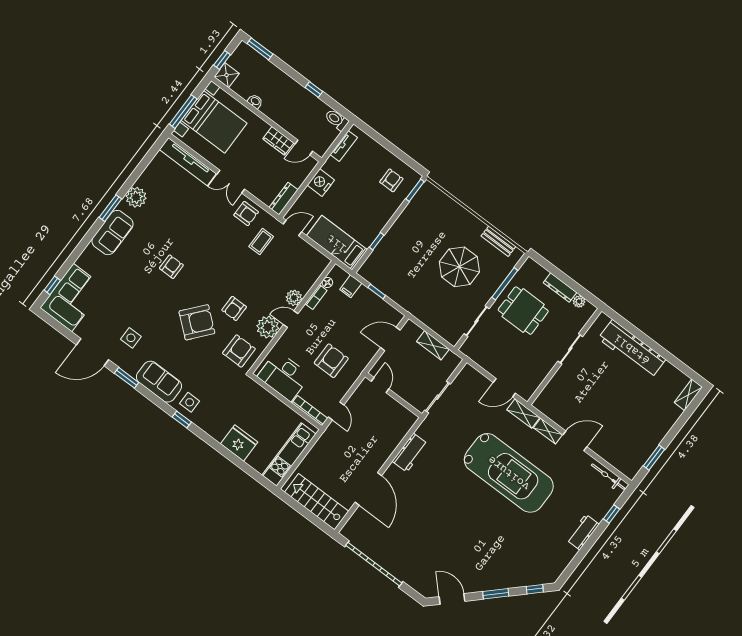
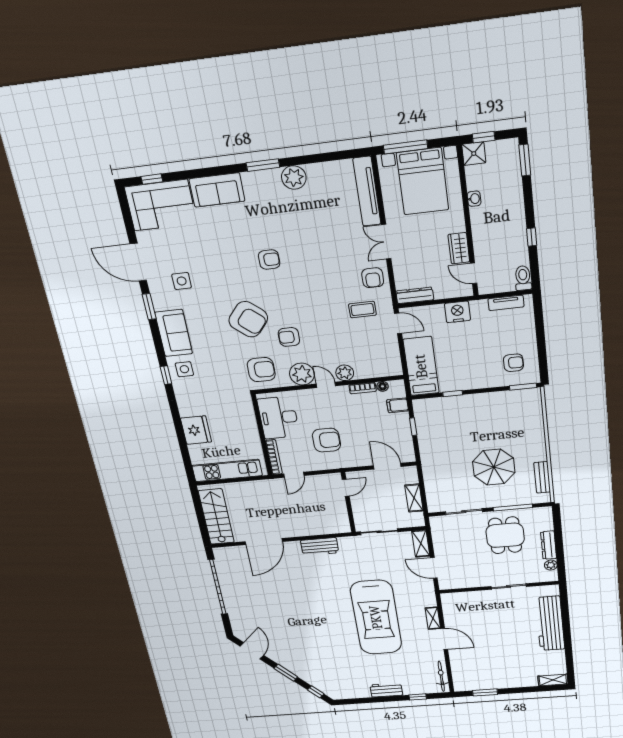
sofa: (113, 233) -> (217, 190), moved
shelving: (523, 414) -> (421, 544), moved

